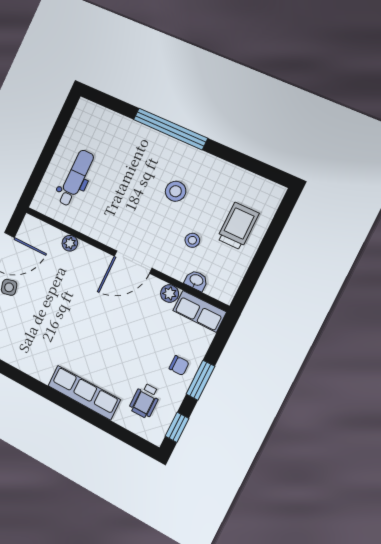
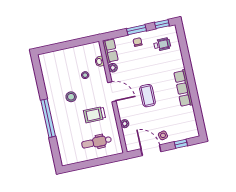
trolley: (238, 226) -> (94, 115), moved
coffee table: (85, 312) -> (147, 96), added
row of seats: (84, 393) -> (183, 88), moved

